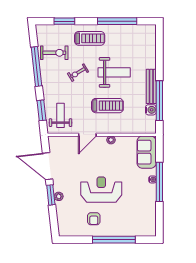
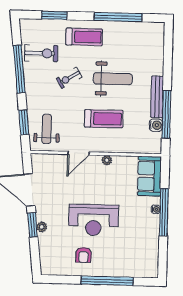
reception desk: (101, 190) -> (93, 220), turned 180

